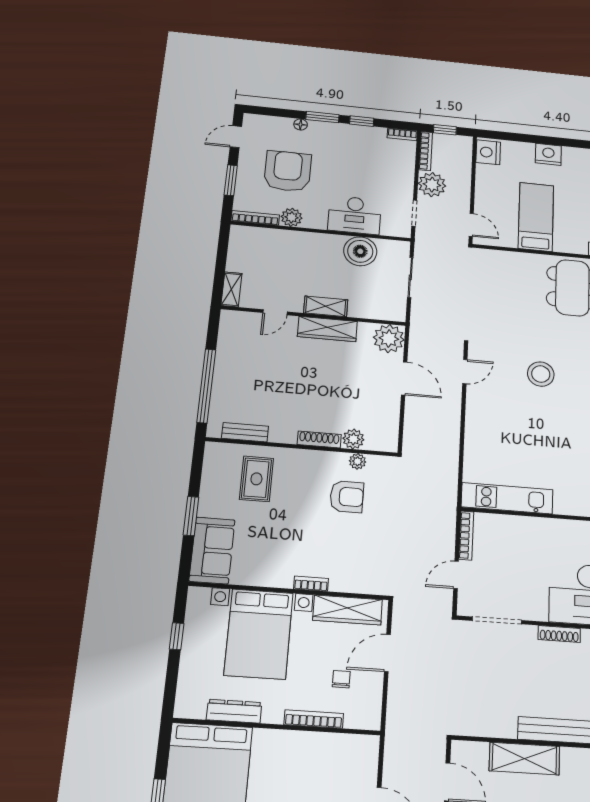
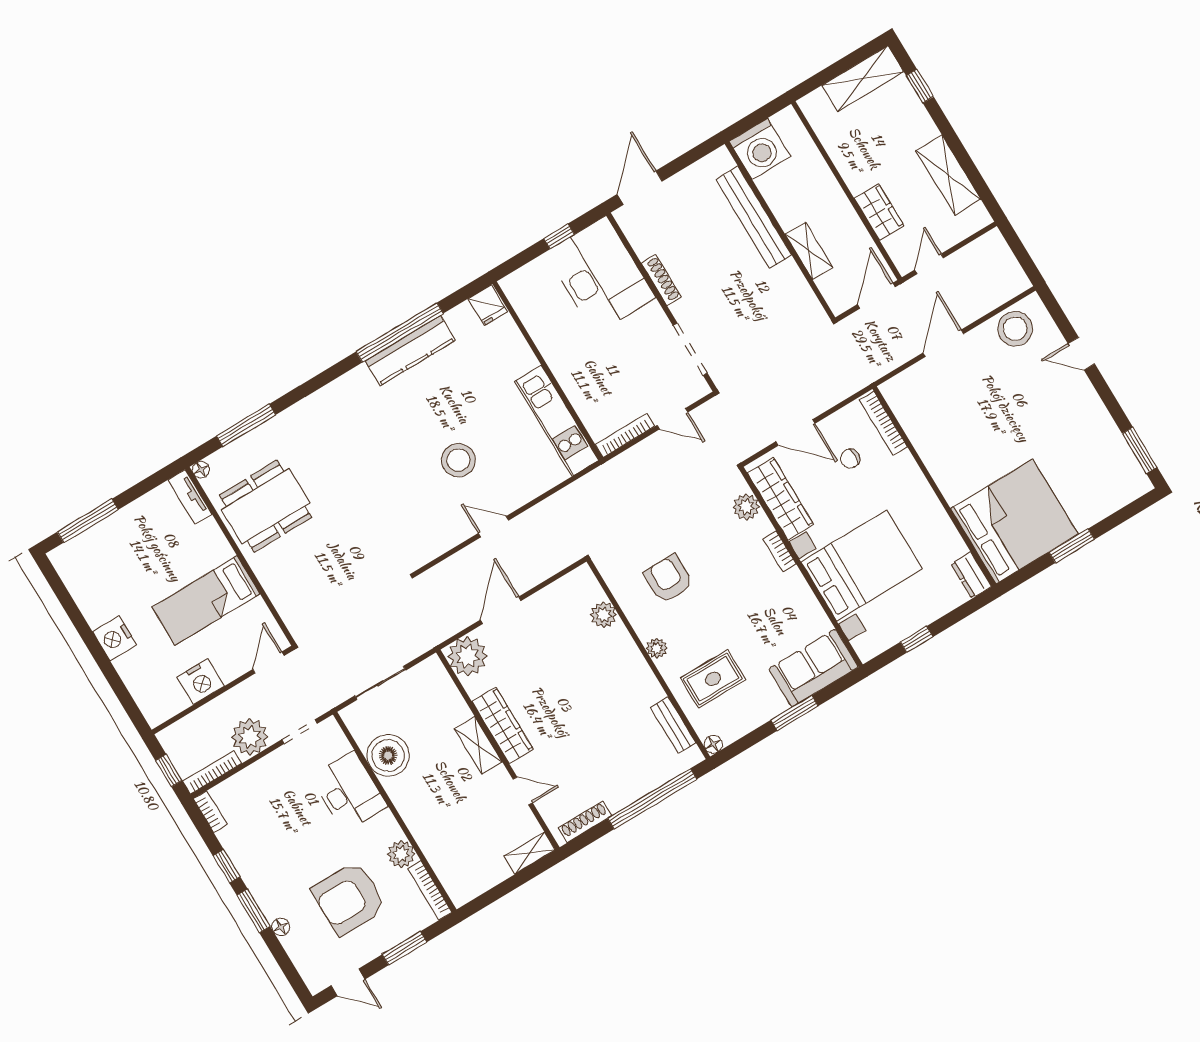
nightstand: (488, 152) -> (201, 682), moved
door: (465, 372) -> (493, 527), moved
stool: (541, 374) -> (458, 460), moved
shoe rack: (319, 439) -> (585, 822), moved, turned 90
floor lamp: (212, 449) -> (713, 744), added
plant: (357, 461) -> (657, 648), moved
plant: (359, 583) -> (746, 507), added
dresser: (234, 711) -> (971, 575), moved, width x0.70
bookcase: (314, 719) -> (883, 423), moved
shelving: (524, 759) -> (809, 251), width x0.67, depth x0.75

